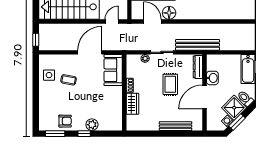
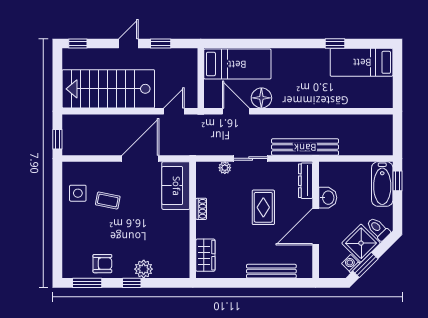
wardrobe: (132, 104) -> (205, 255), moved

